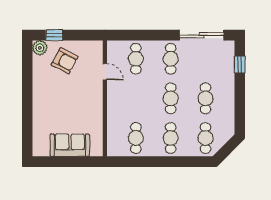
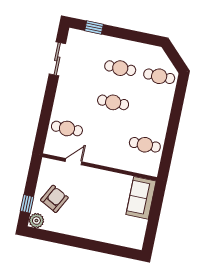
sliding door: (202, 35) -> (57, 59), width x0.73
cafe table: (171, 59) -> (74, 94), removed
cafe table: (171, 138) -> (152, 111), removed
sofa: (70, 145) -> (141, 198), moved

